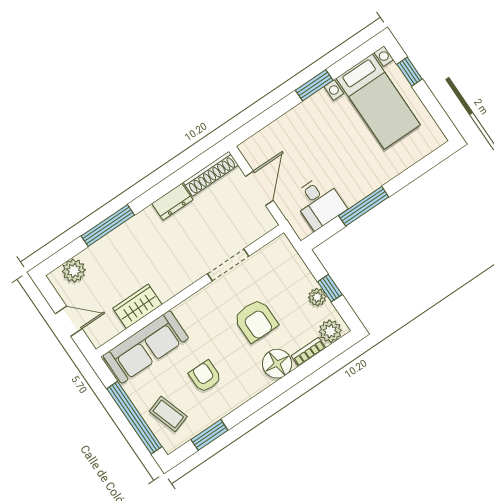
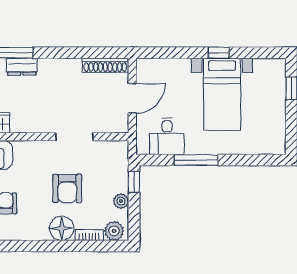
window: (314, 85) -> (219, 53), width x0.67
bed with nightstands: (378, 102) -> (222, 94), moved
dresser: (172, 202) -> (22, 67), moved
window: (330, 288) -> (134, 182), moved

